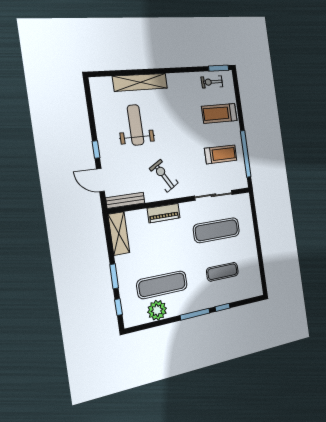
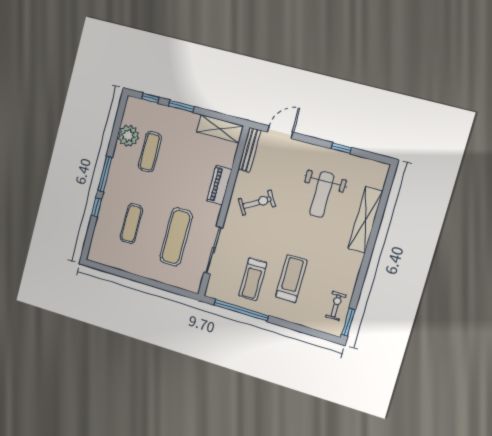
treadmill: (219, 113) -> (291, 279), moved
weight bench: (136, 125) -> (322, 194), turned 90
window: (96, 149) -> (341, 148), moved
exercise mat: (162, 285) -> (150, 152), width x0.73, depth x0.69

